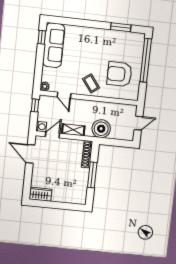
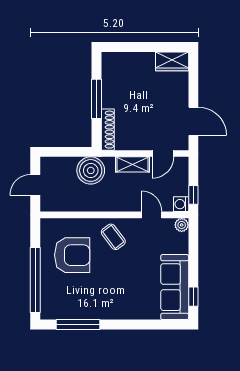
window: (121, 27) -> (78, 324), width x1.44
washing machine: (41, 127) -> (181, 204), moved

